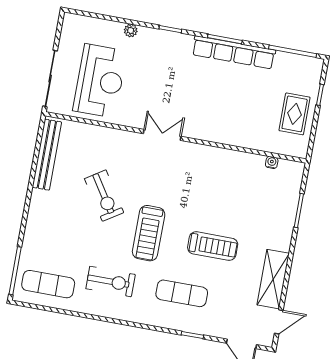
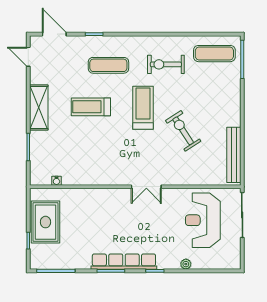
row of seats: (234, 52) -> (124, 262), moved
rug: (295, 114) -> (45, 222), width x1.36, depth x1.43
shelving: (273, 279) -> (39, 108), moved
door: (279, 322) -> (28, 57), hinge flipped

